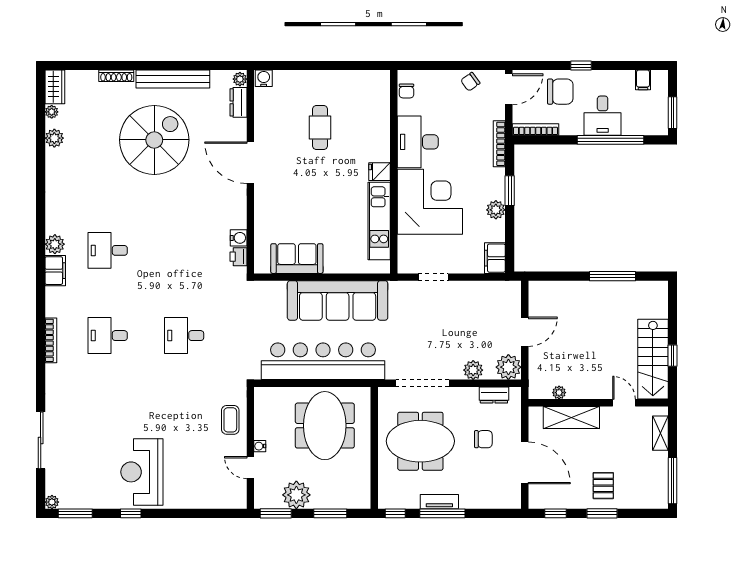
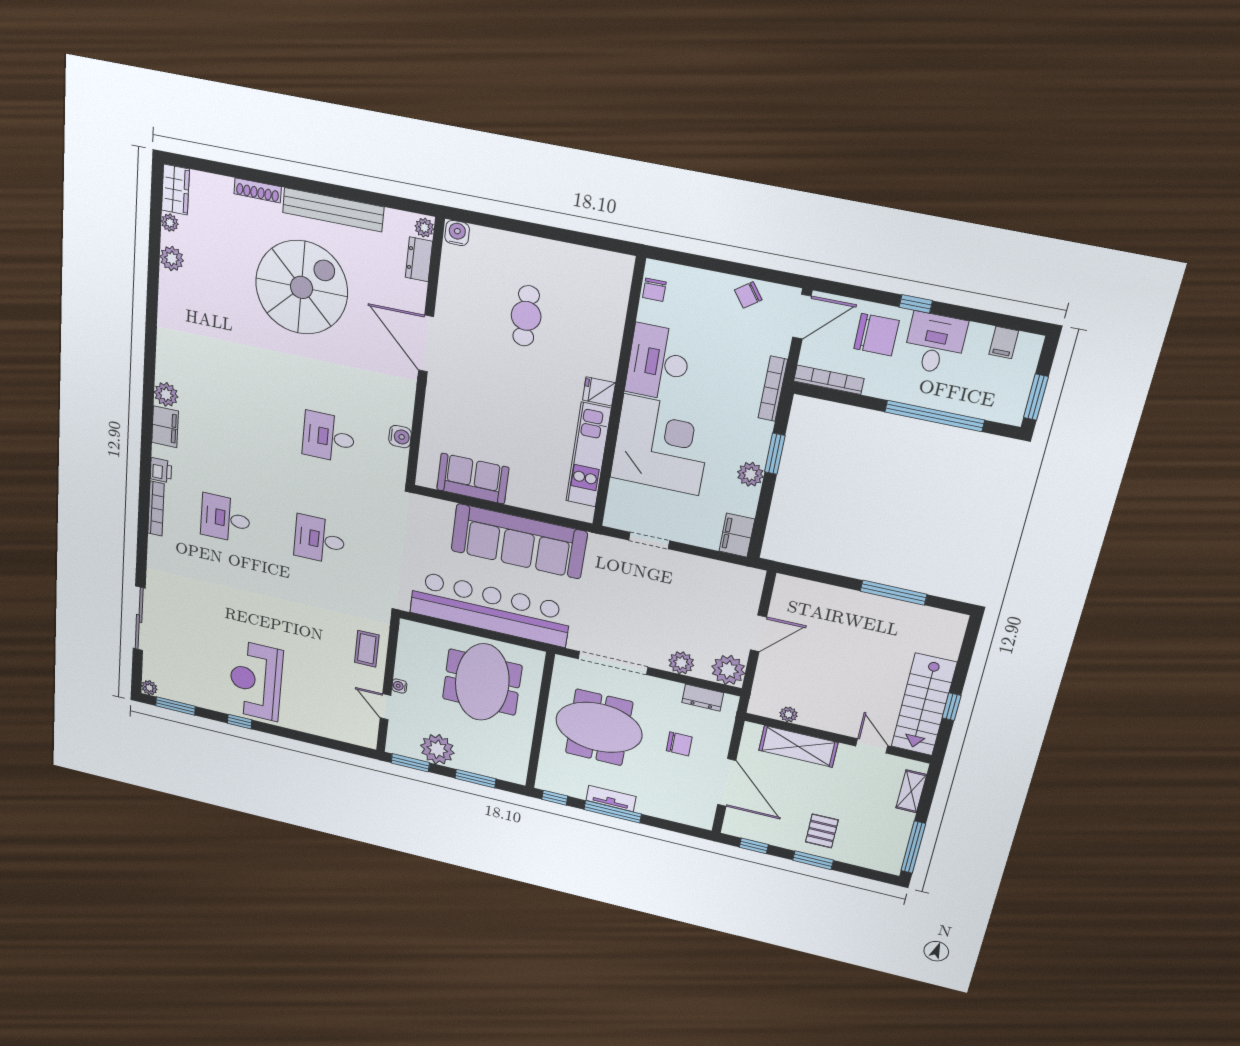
desk: (603, 116) -> (935, 343), moved, turned 180
desk: (108, 250) -> (328, 437), moved
printer: (238, 257) -> (161, 470), moved, turned 180

